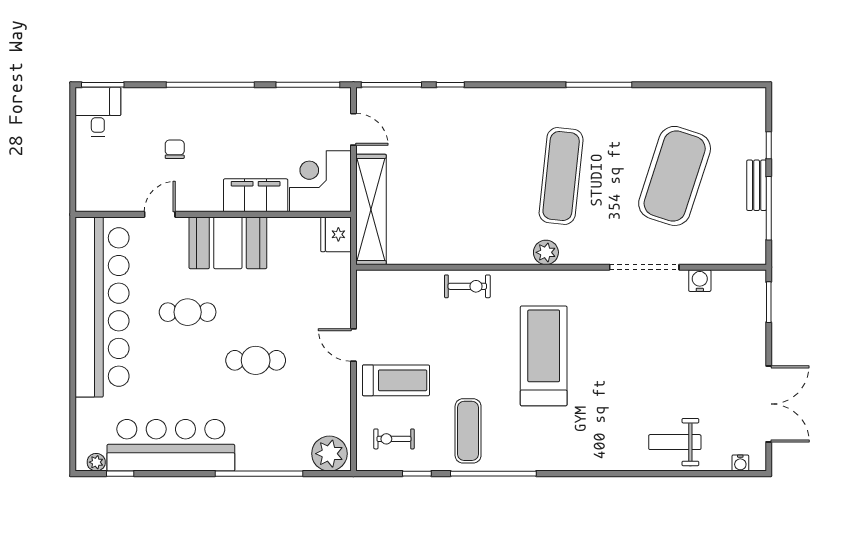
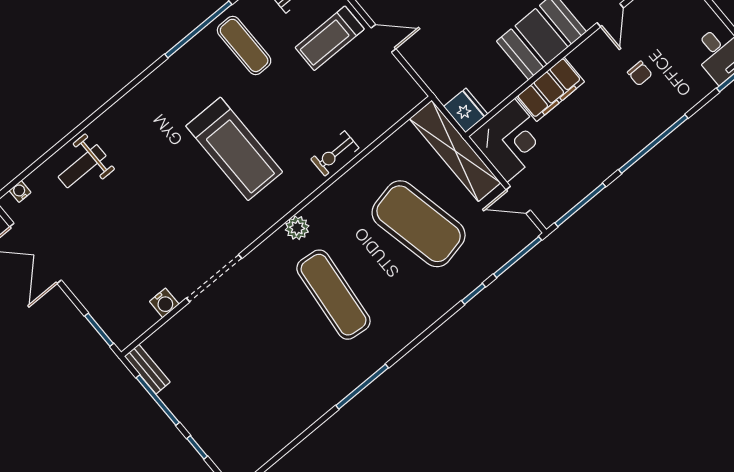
exercise mat: (675, 176) -> (419, 224), moved, turned -30
bench: (757, 185) -> (147, 369), moved
weight bench: (675, 442) -> (82, 166), turned 180

